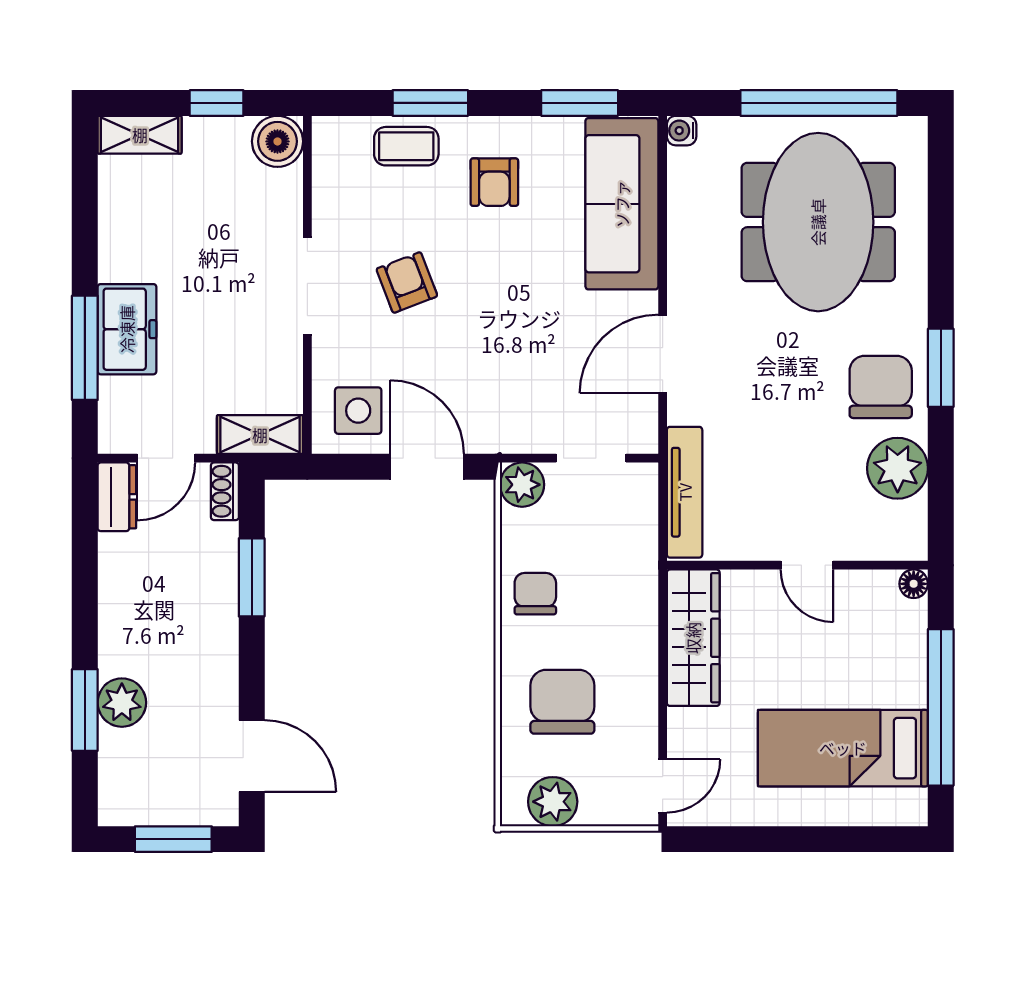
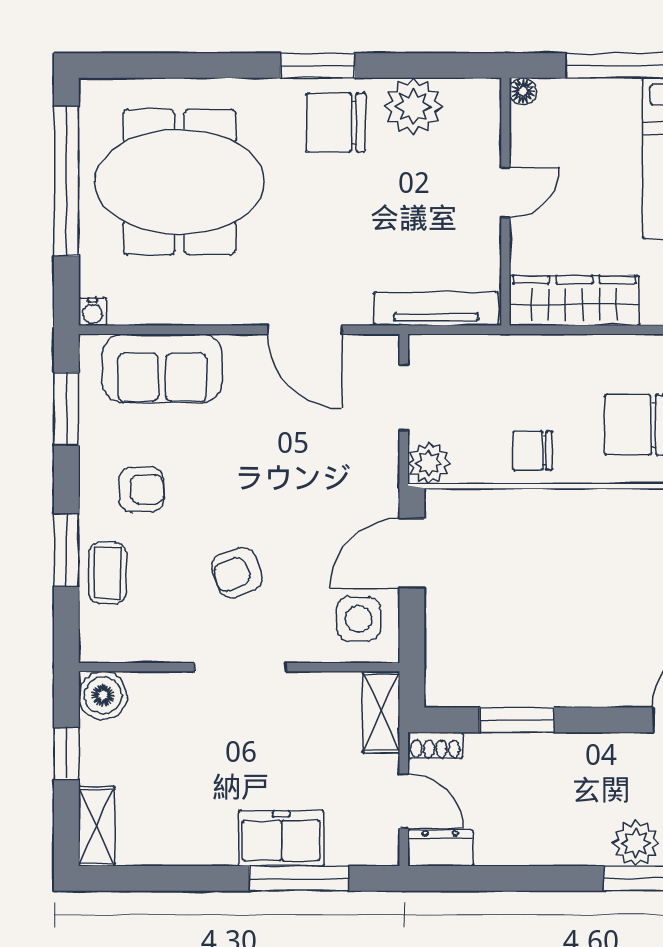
sofa: (622, 204) -> (162, 368), width x0.73

